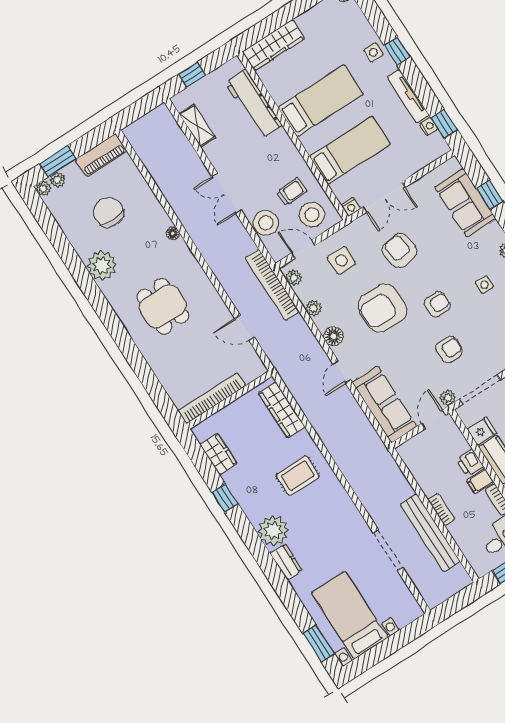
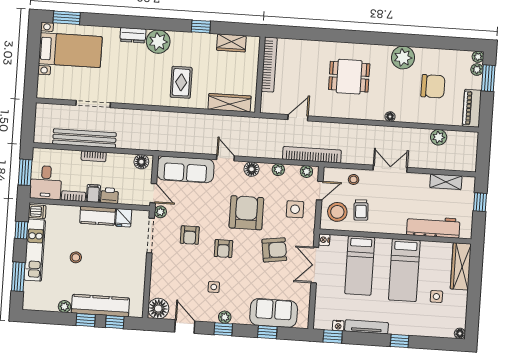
side table: (373, 52) -> (436, 297), moved
plant: (157, 167) -> (439, 137), added
stool: (266, 223) -> (354, 179), width x0.53, depth x0.53
floor lamp: (410, 456) -> (141, 162), added

